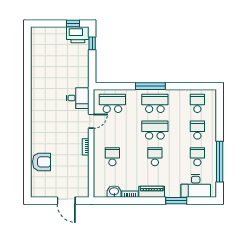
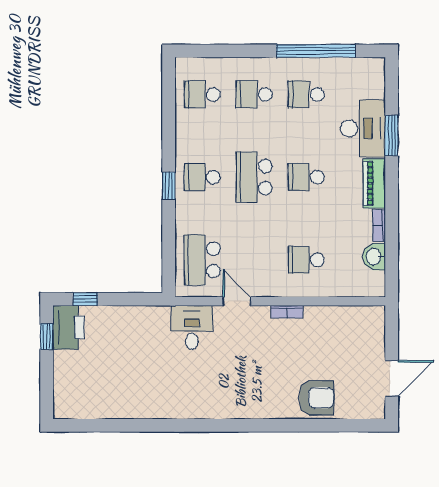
window: (150, 86) -> (169, 186), width x0.46
school desk: (155, 103) -> (202, 177), width x0.54
armchair: (42, 162) -> (316, 398), turned 90
desk: (196, 186) -> (363, 128), moved
door: (66, 201) -> (392, 378), moved

